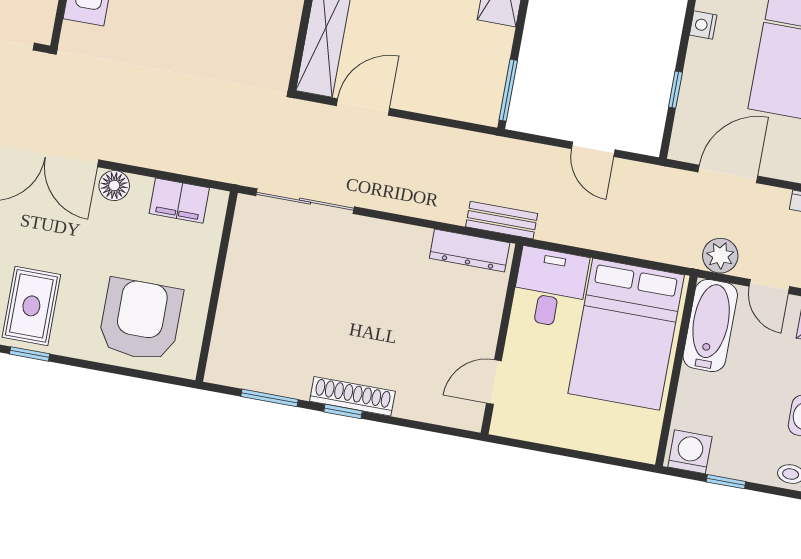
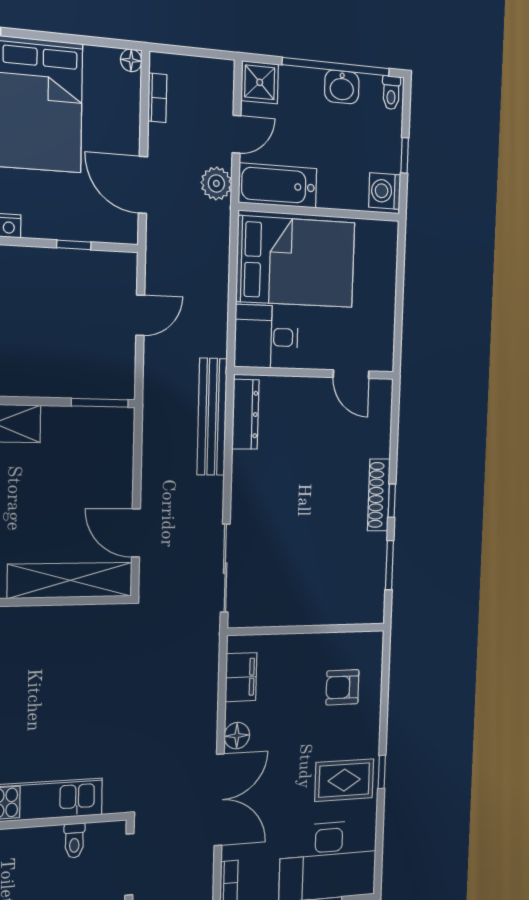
bench: (502, 220) -> (212, 417), width x1.86, depth x1.21
armchair: (140, 320) -> (342, 687), width x0.53, depth x0.53

